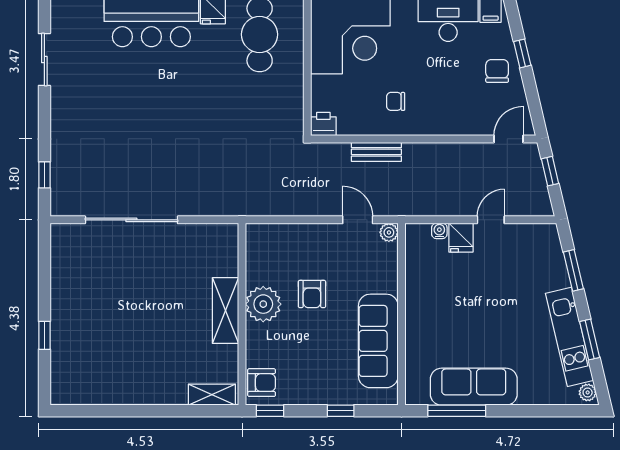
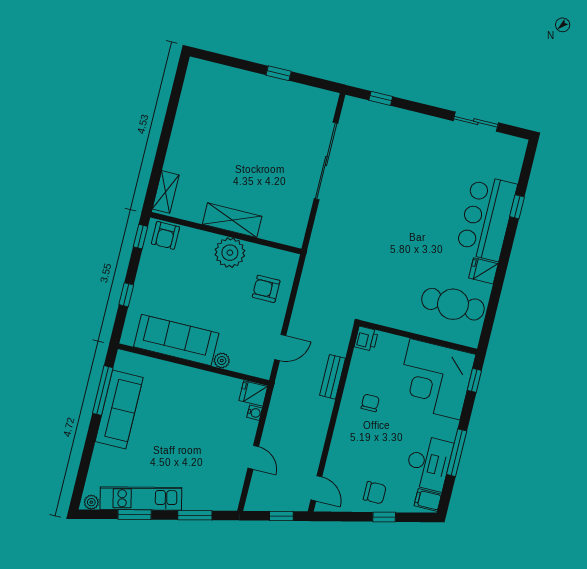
plant: (389, 232) -> (222, 361), moved
fridge: (461, 238) -> (253, 394), moved
armchair: (312, 294) -> (266, 289), moved
window: (44, 335) -> (279, 73), moved

